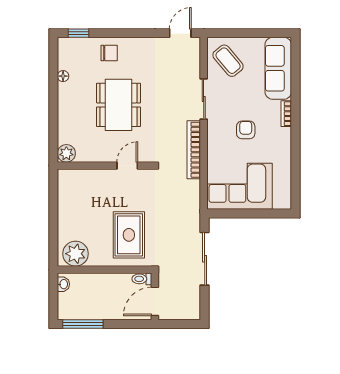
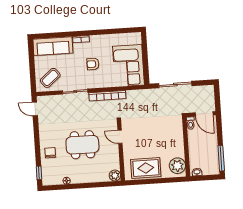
rug: (129, 235) -> (146, 168), moved

